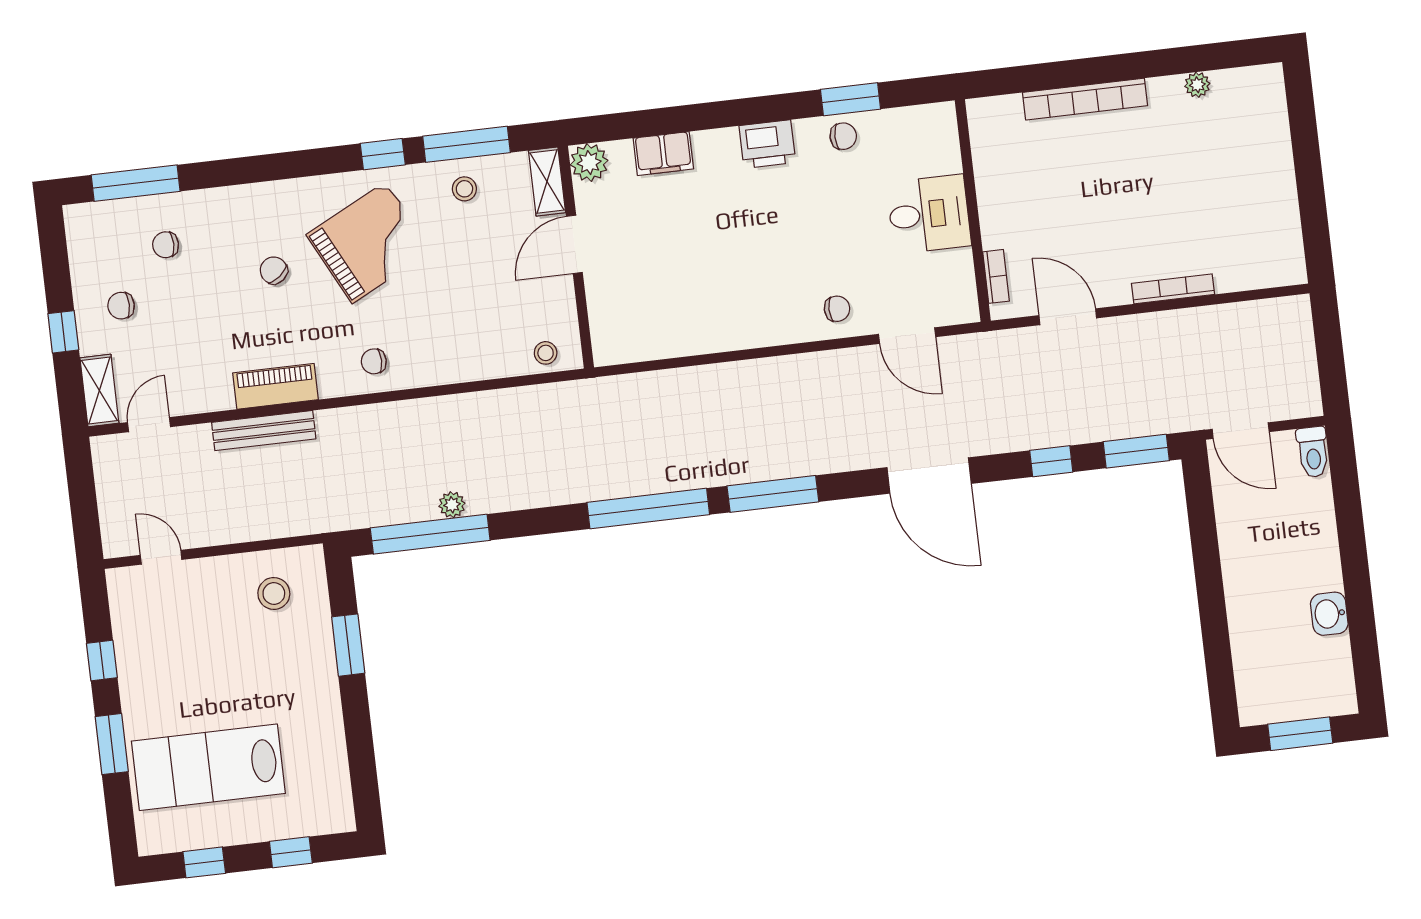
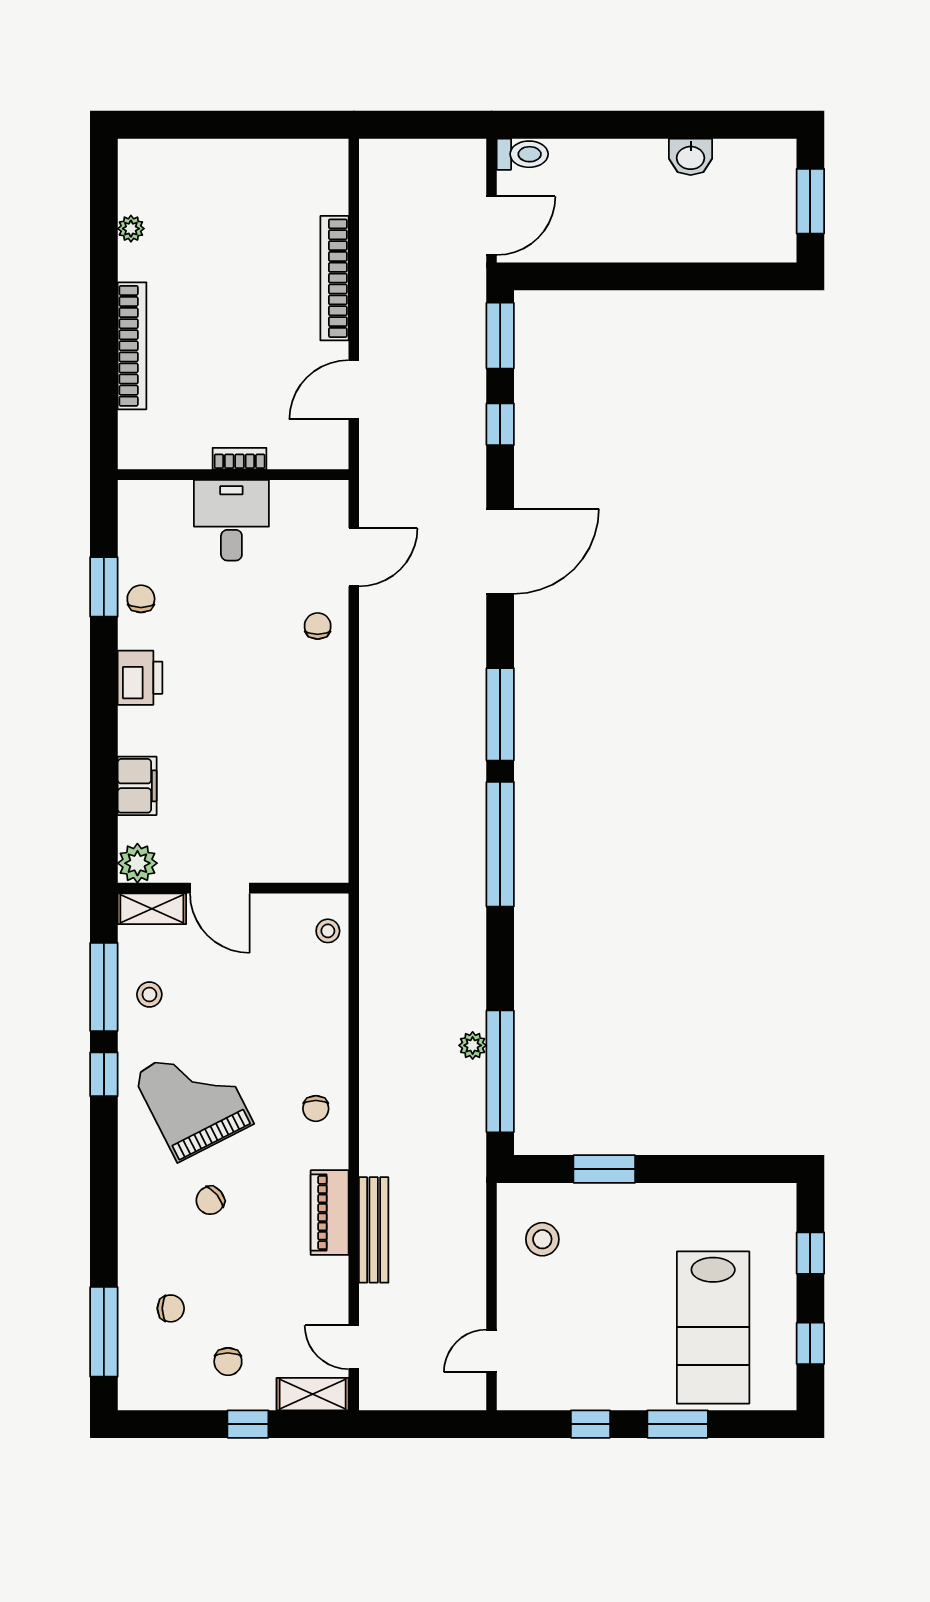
chair: (166, 245) -> (171, 1308), turned -90
bookcase: (996, 276) -> (240, 459), moved
bookcase: (1173, 289) -> (334, 278), width x1.48, depth x1.31

